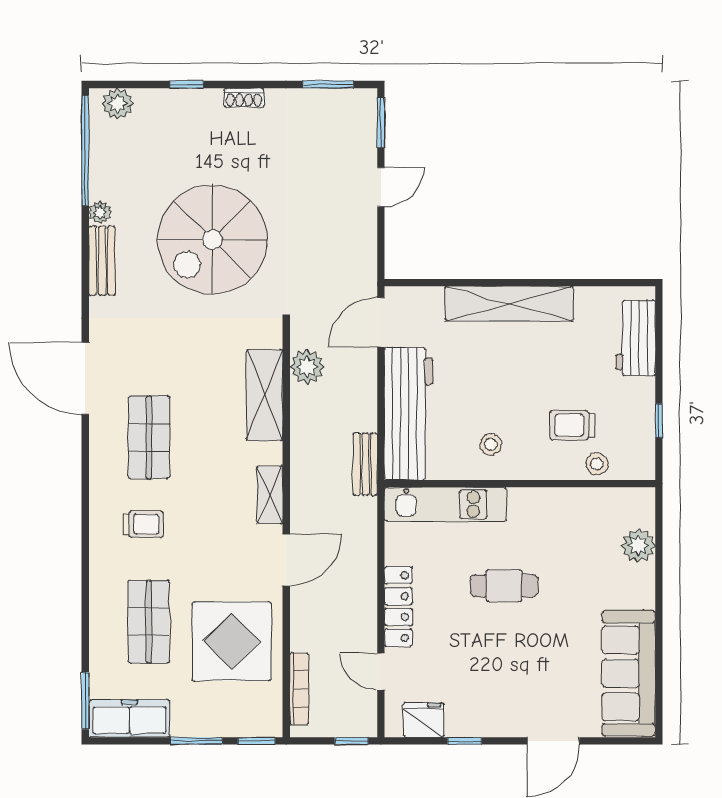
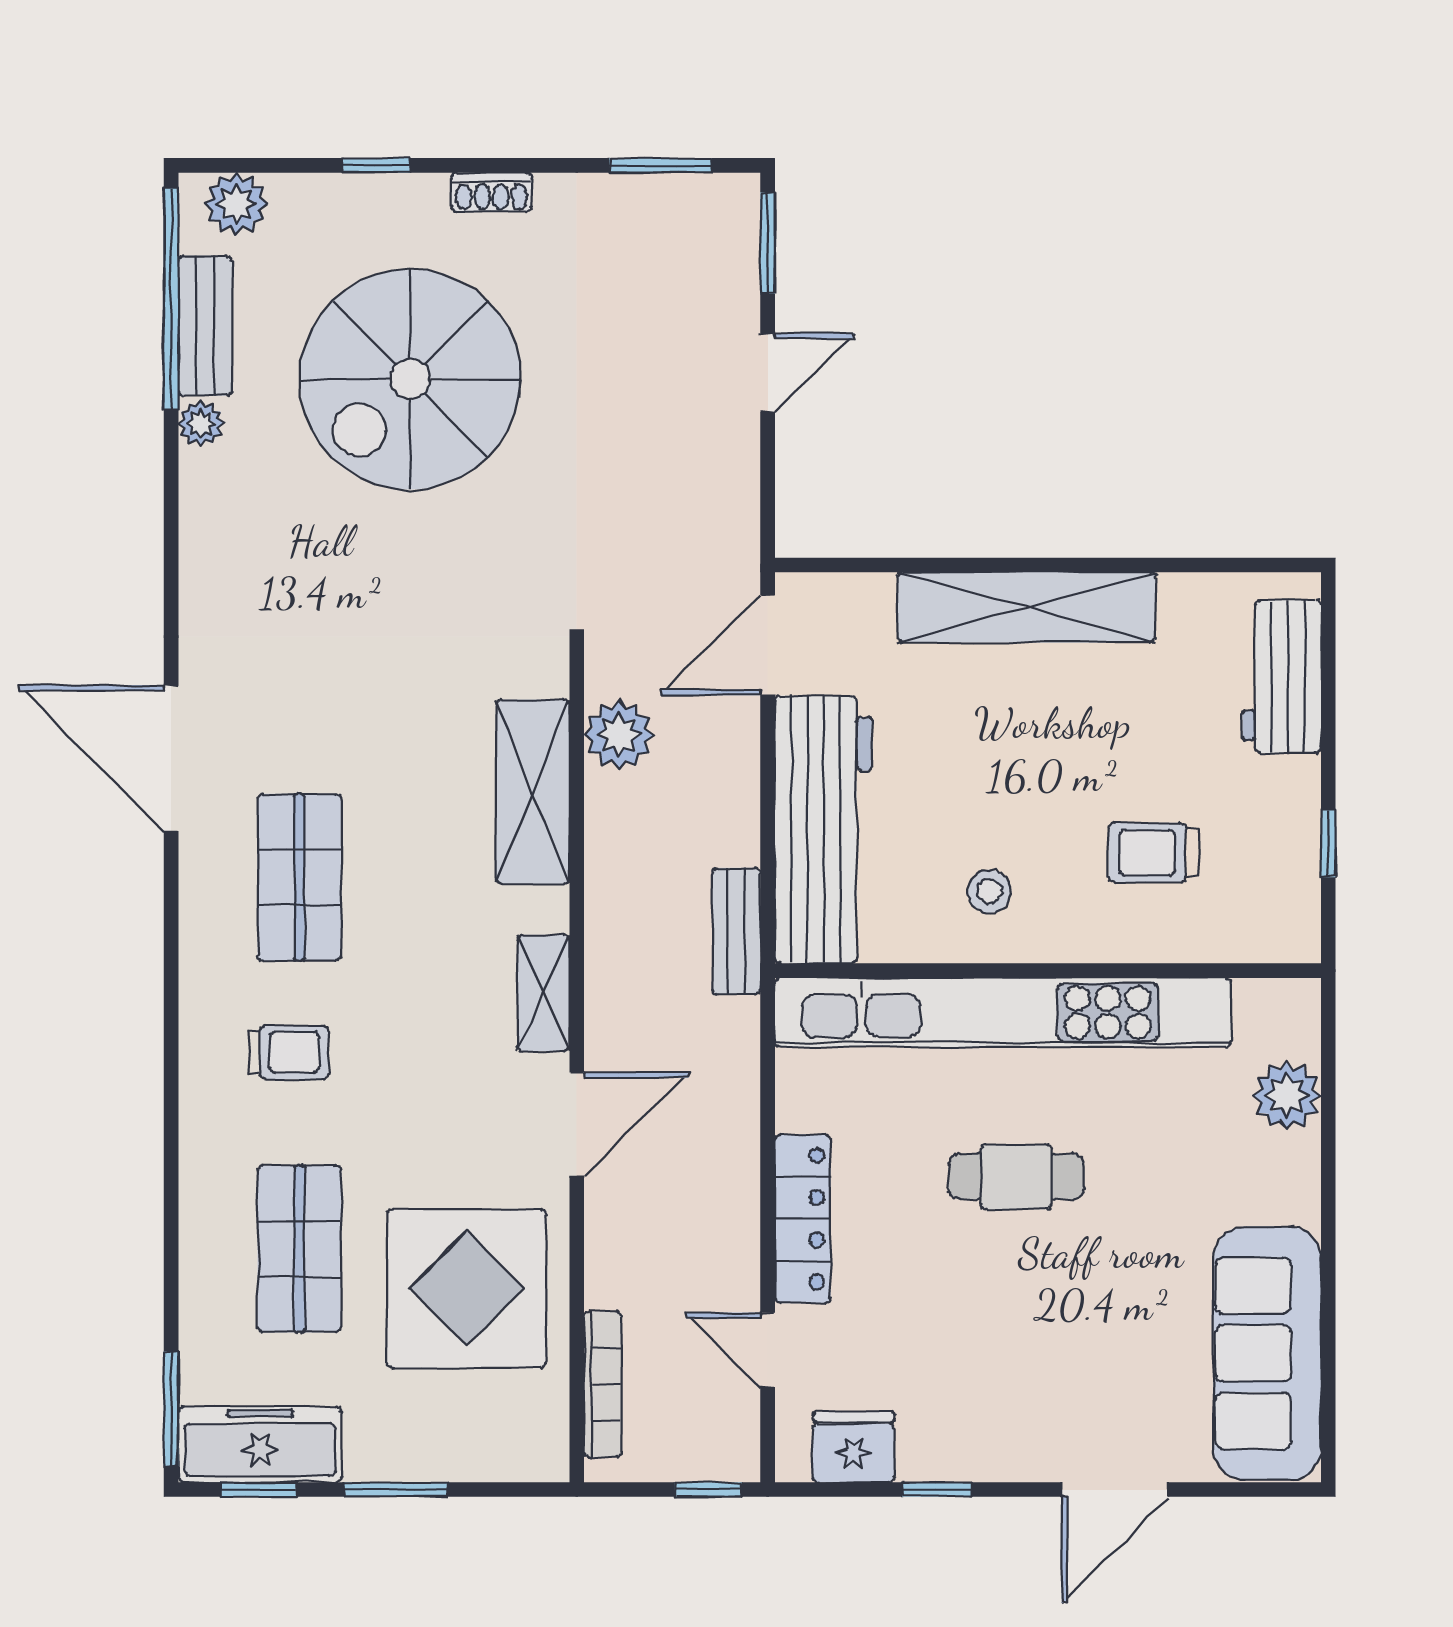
spiral stairs: (212, 240) -> (410, 379), moved
bench: (102, 261) -> (205, 326), moved
stool: (597, 464) -> (1203, 931), removed
kitchen unit: (445, 504) -> (1003, 1012), width x1.86
window: (256, 741) -> (259, 1490), moved

